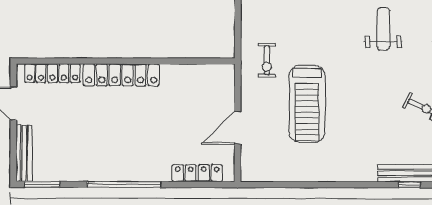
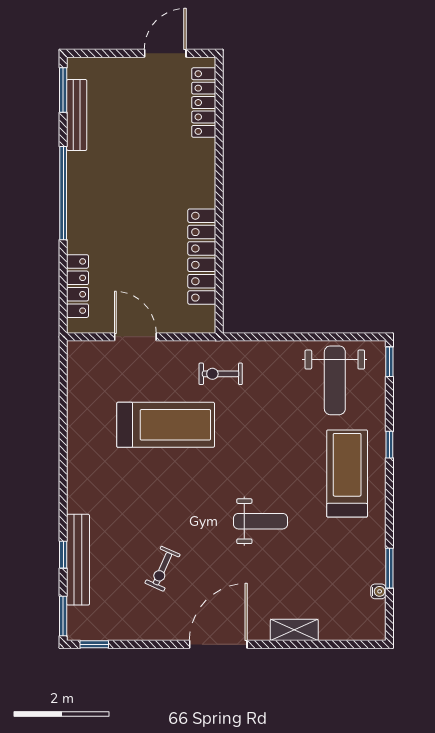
locker: (121, 75) -> (202, 257), moved
treadmill: (307, 104) -> (166, 425), turned 180
bench: (24, 153) -> (77, 115), moved, turned 90

